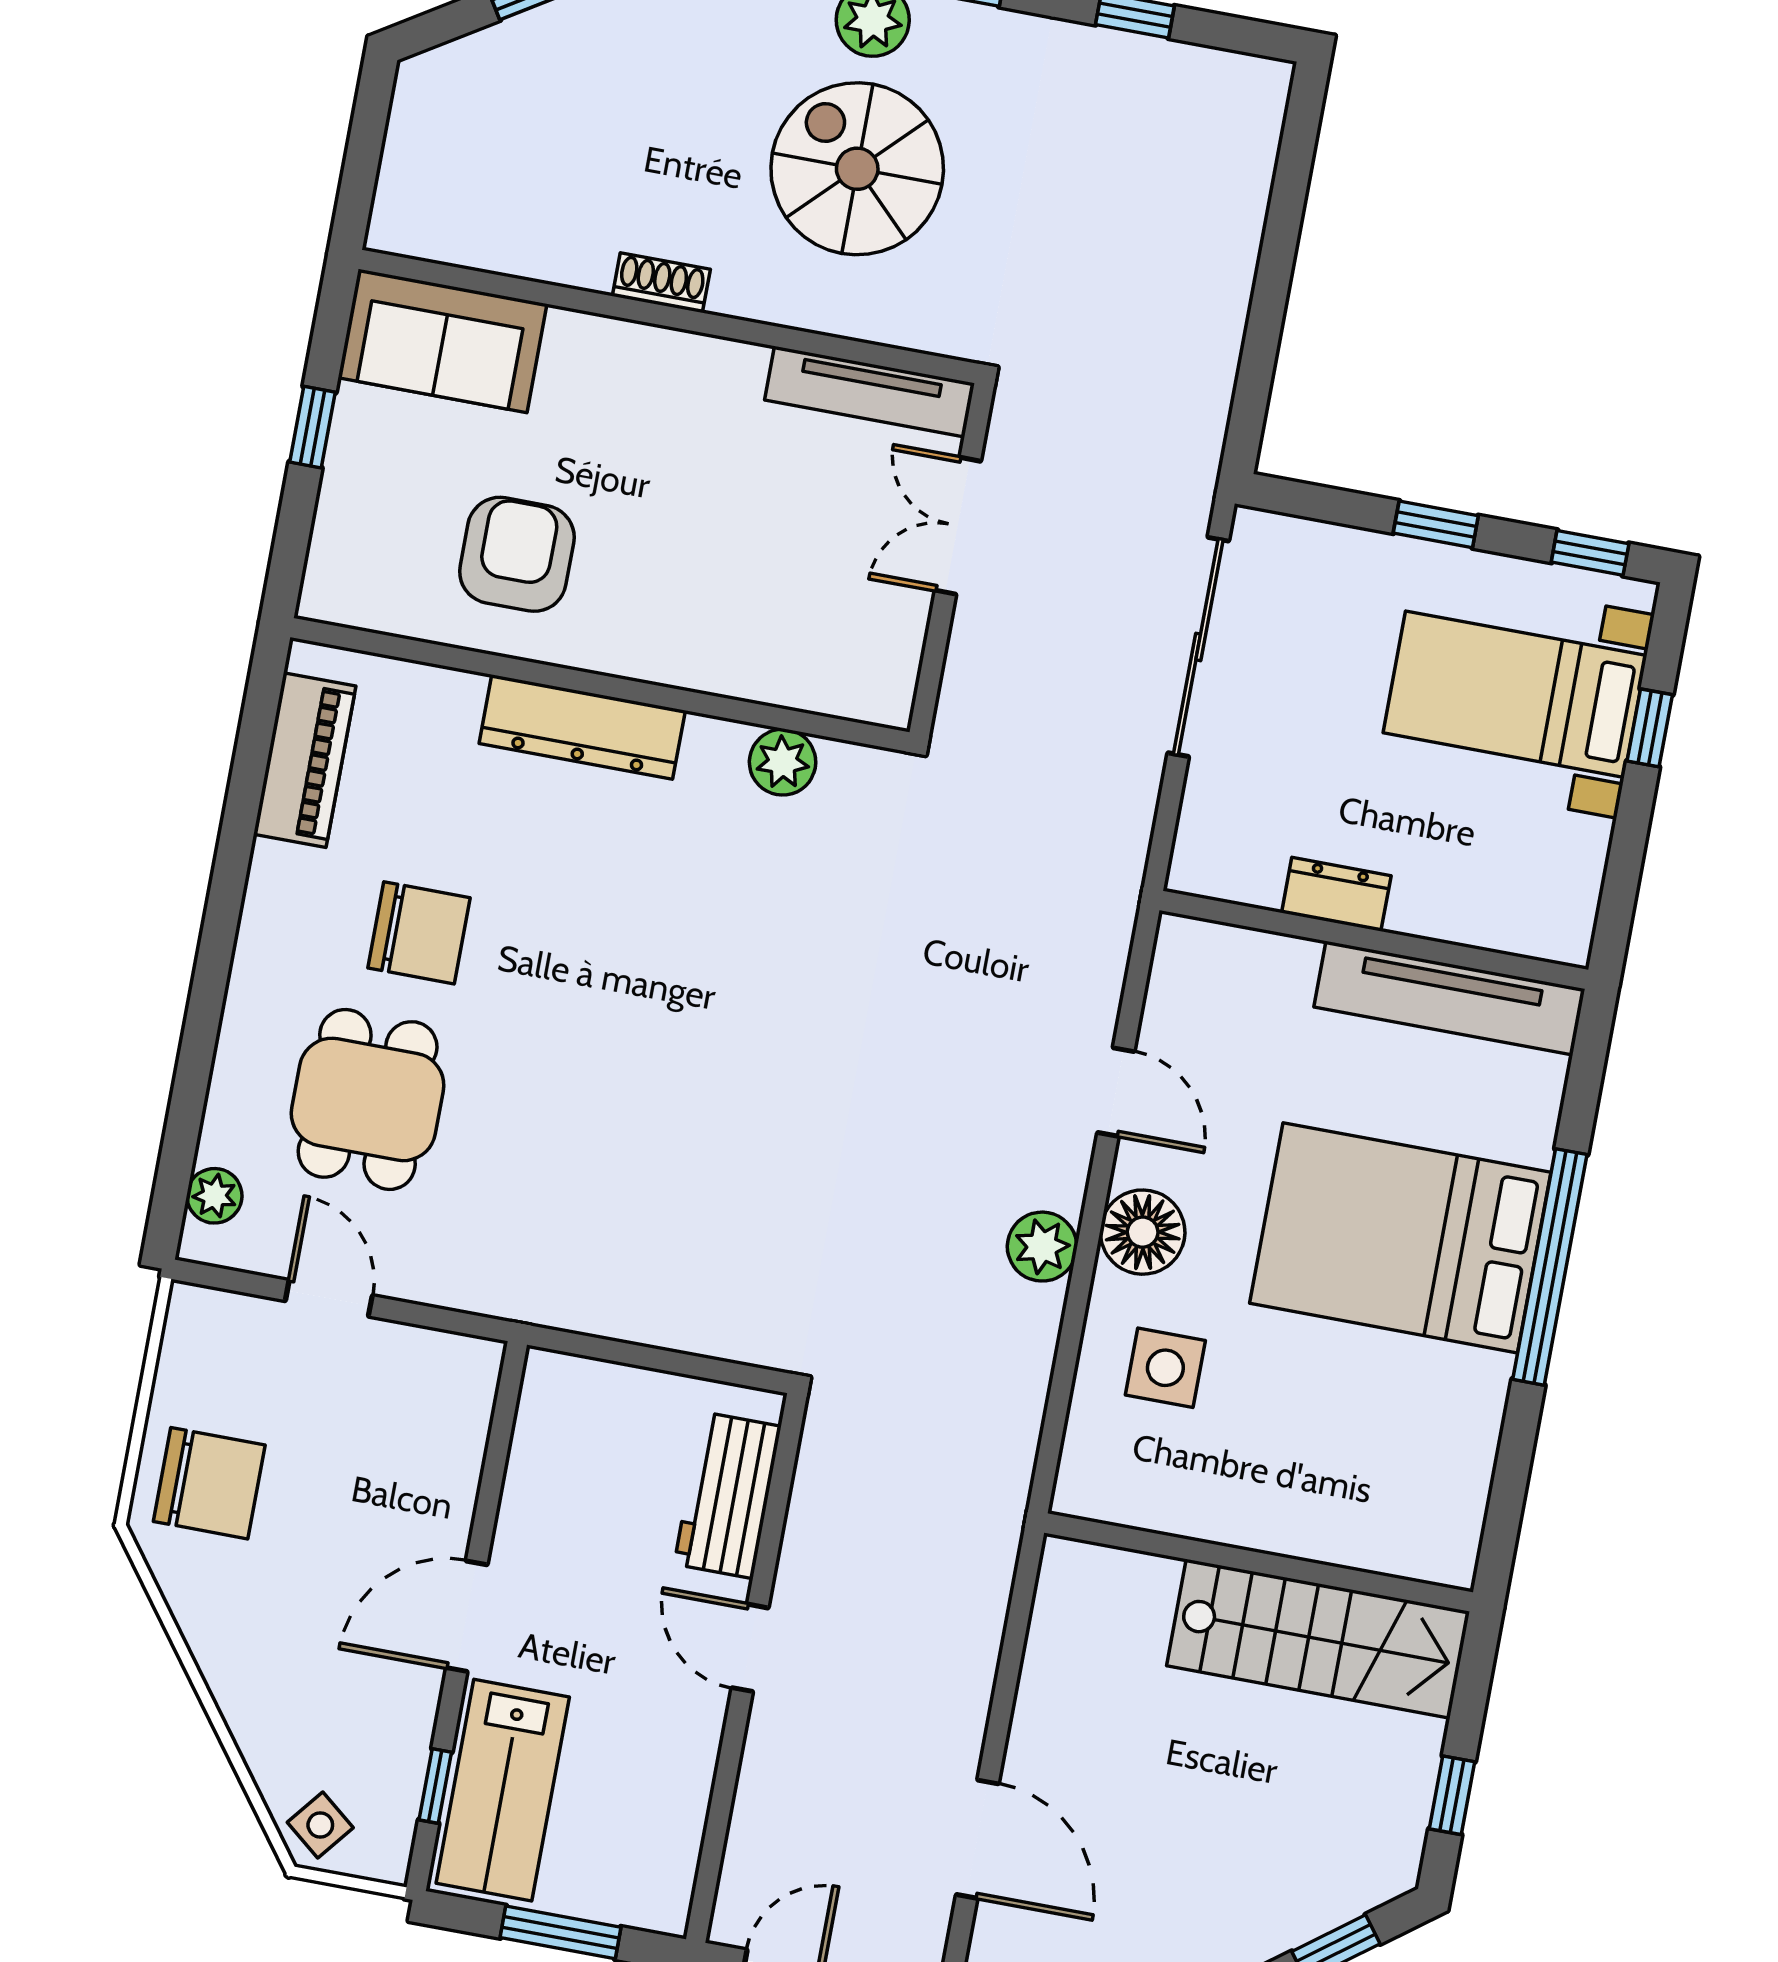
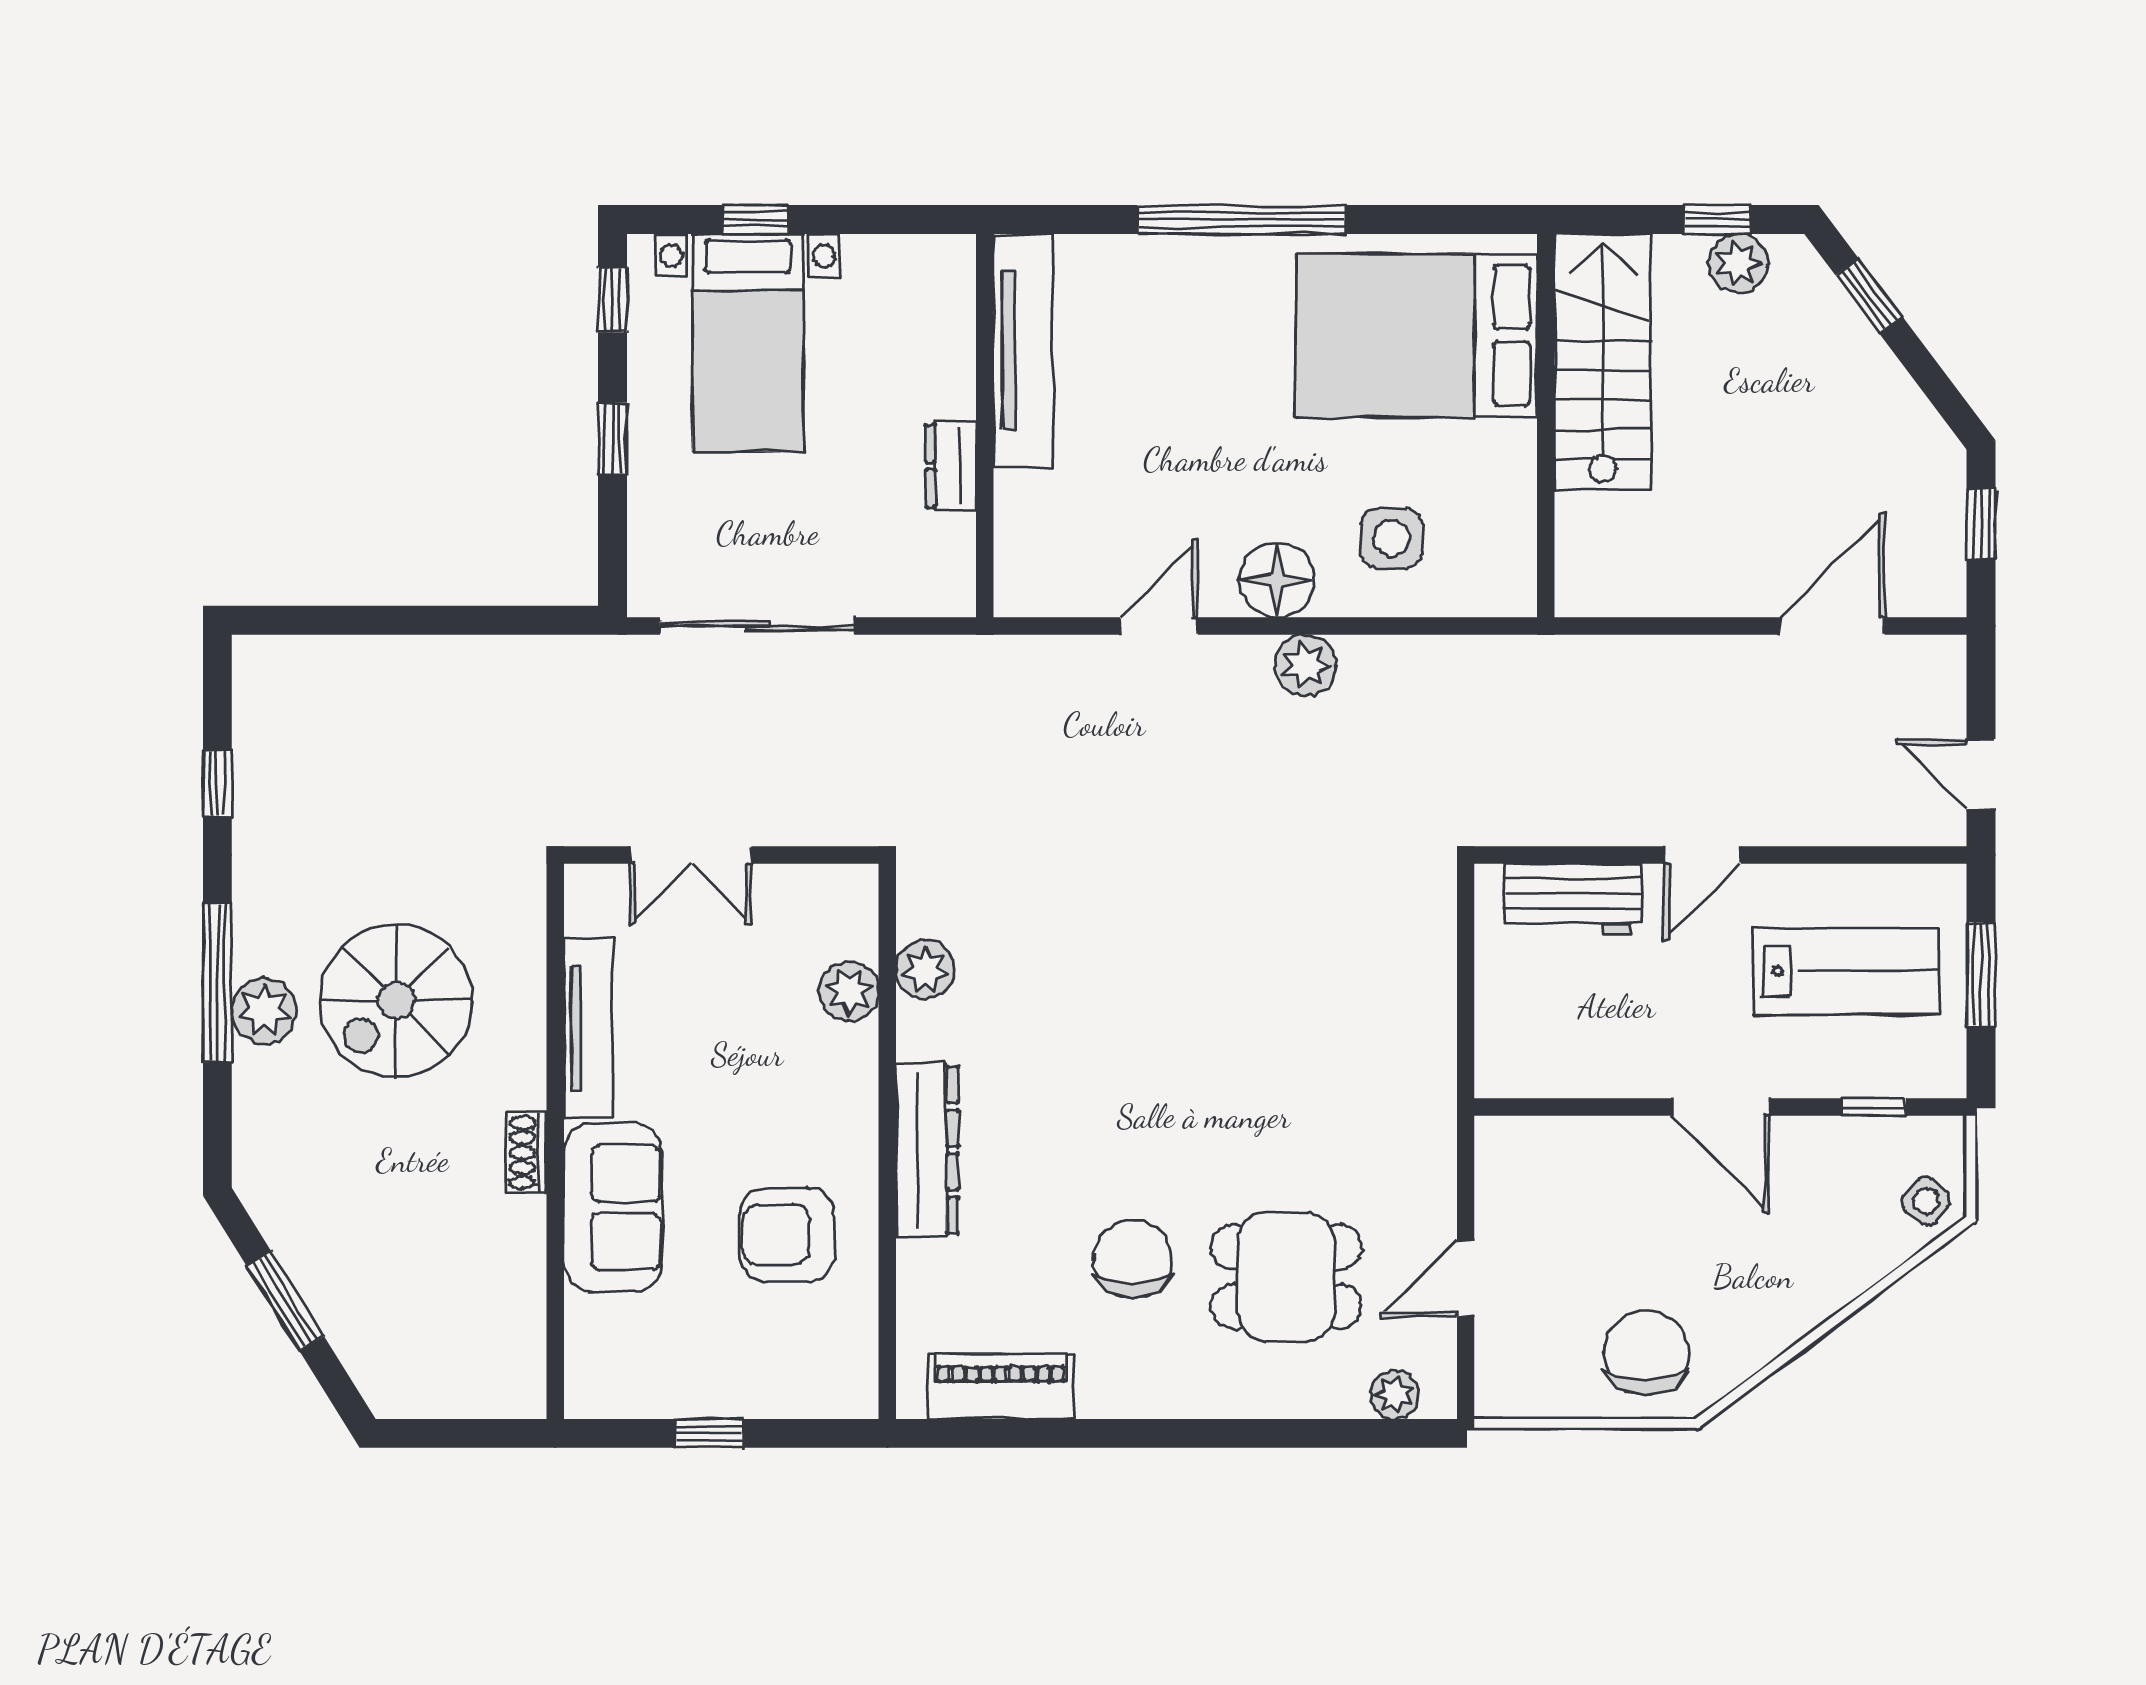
sofa: (443, 341) -> (613, 1207), moved
tv unit: (870, 392) -> (588, 1028), moved
plant: (774, 673) -> (849, 991), added
bed: (1400, 1238) -> (1417, 335), moved, turned 90
lab bench: (503, 1790) -> (1846, 971), moved
plant: (1399, 1809) -> (1738, 263), added

